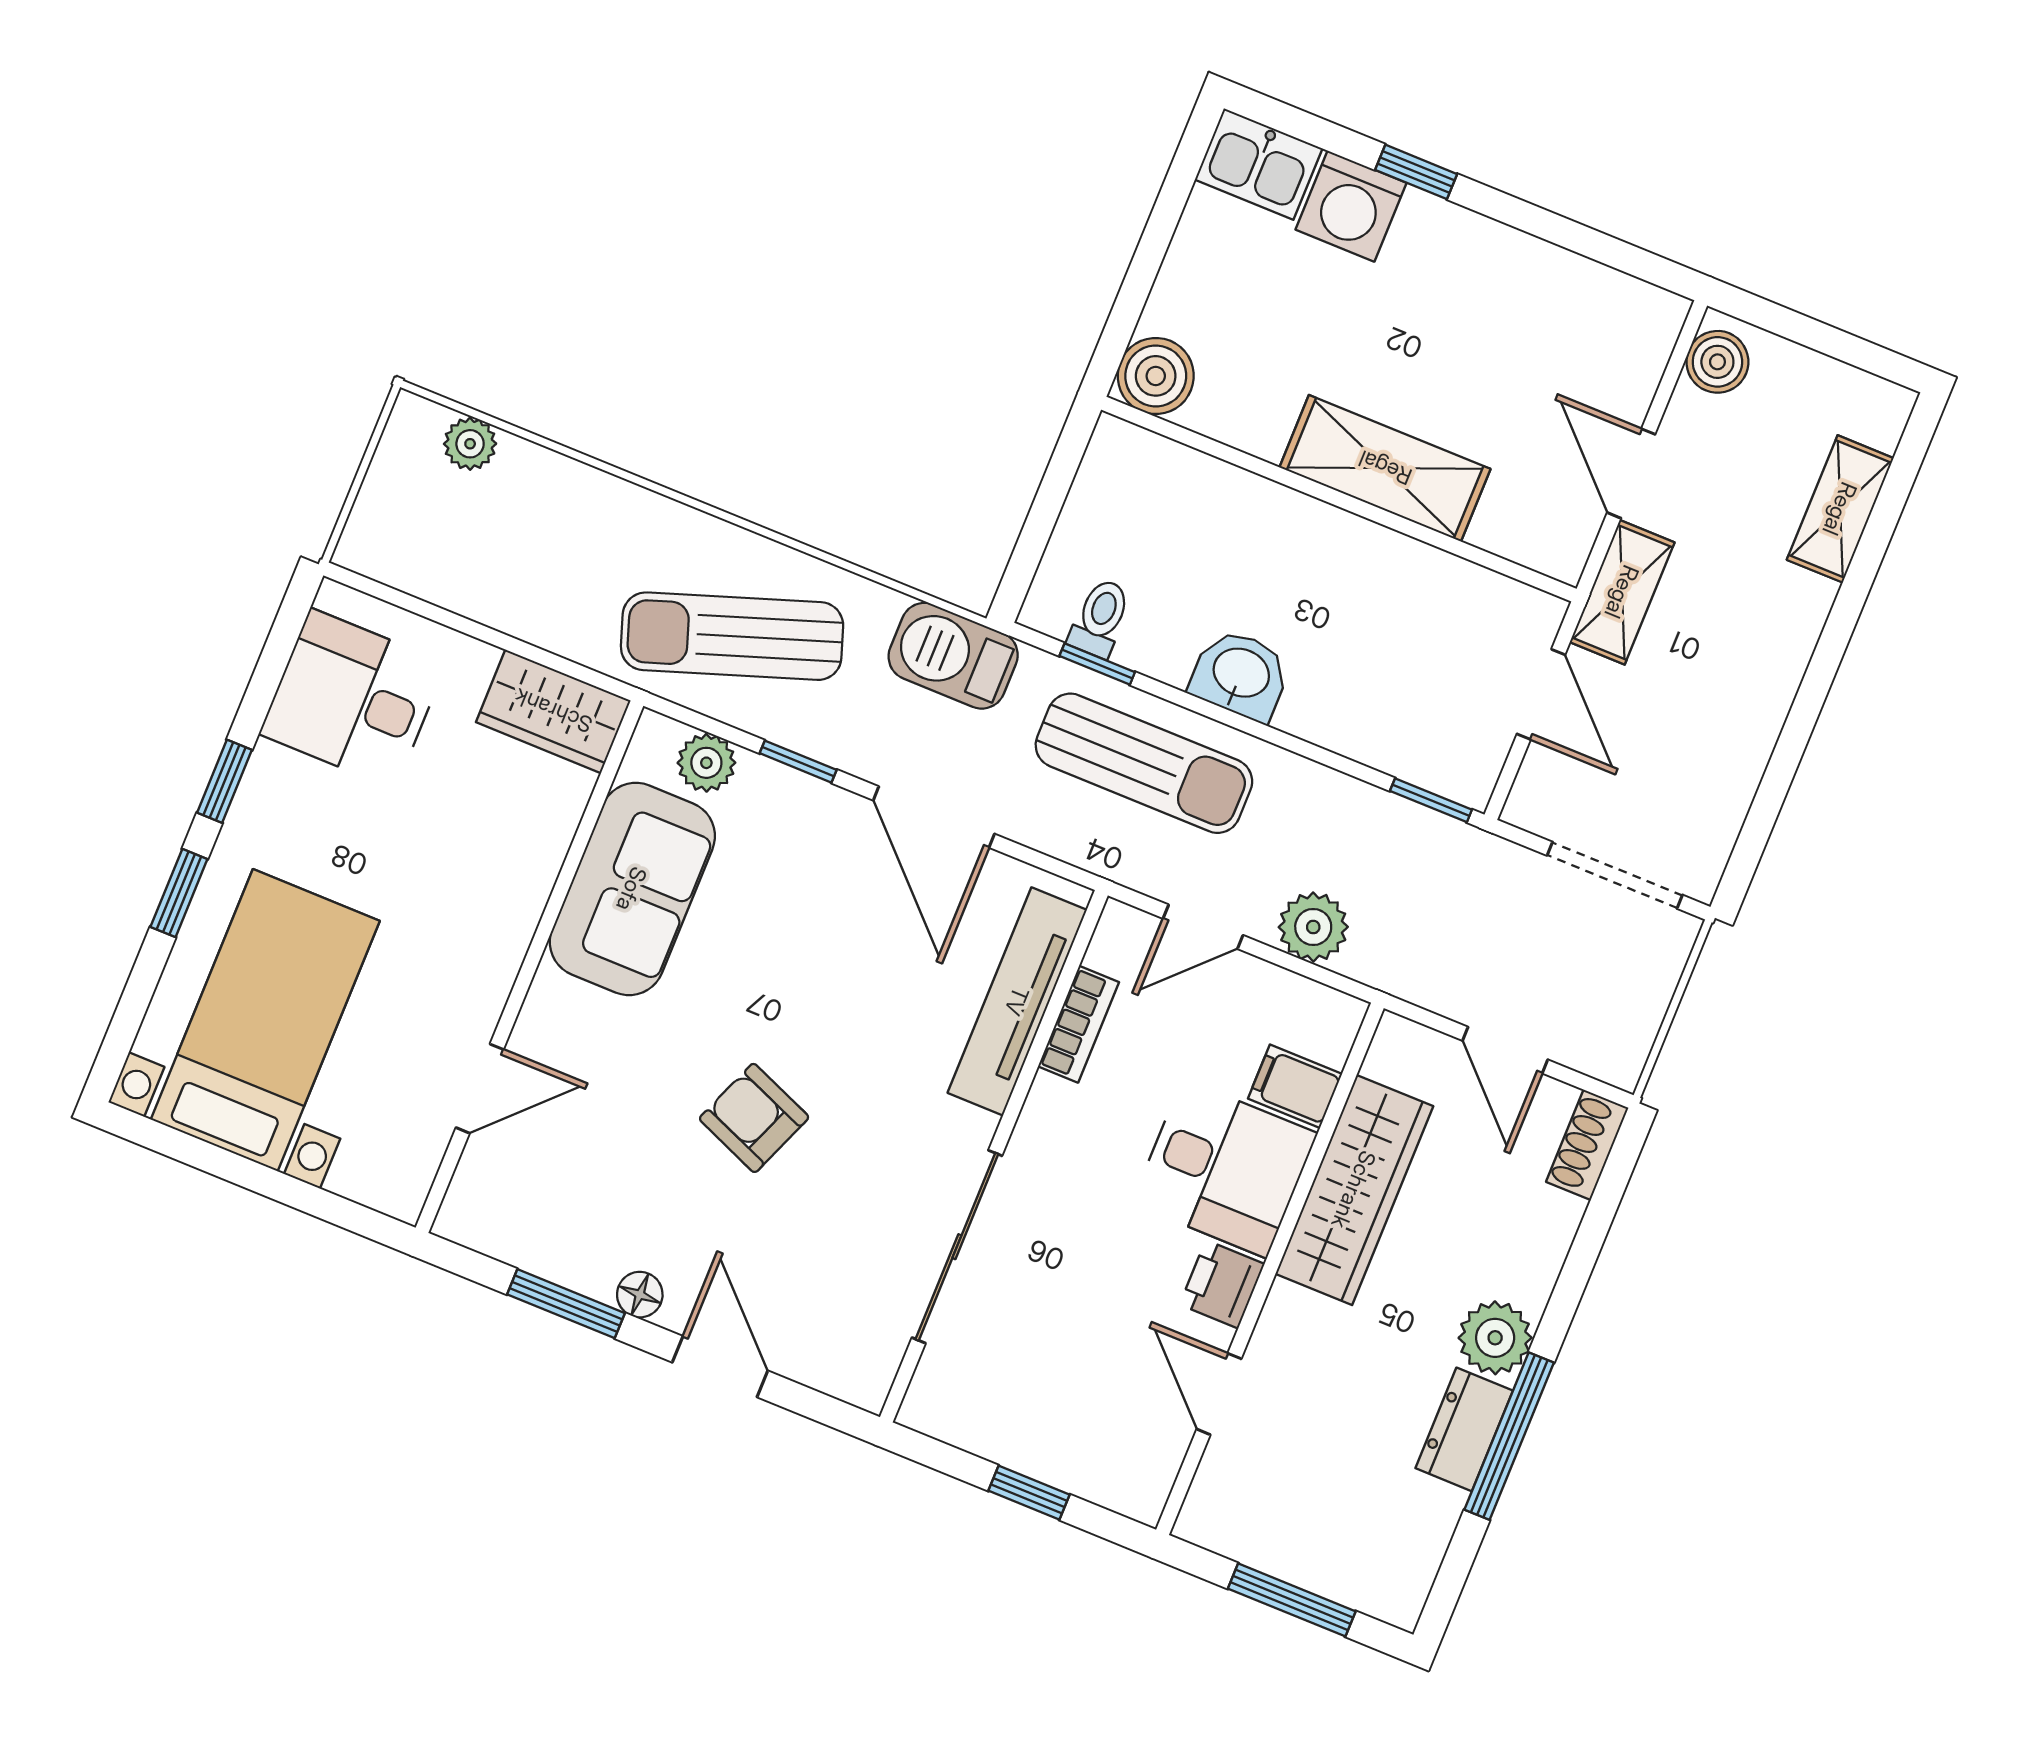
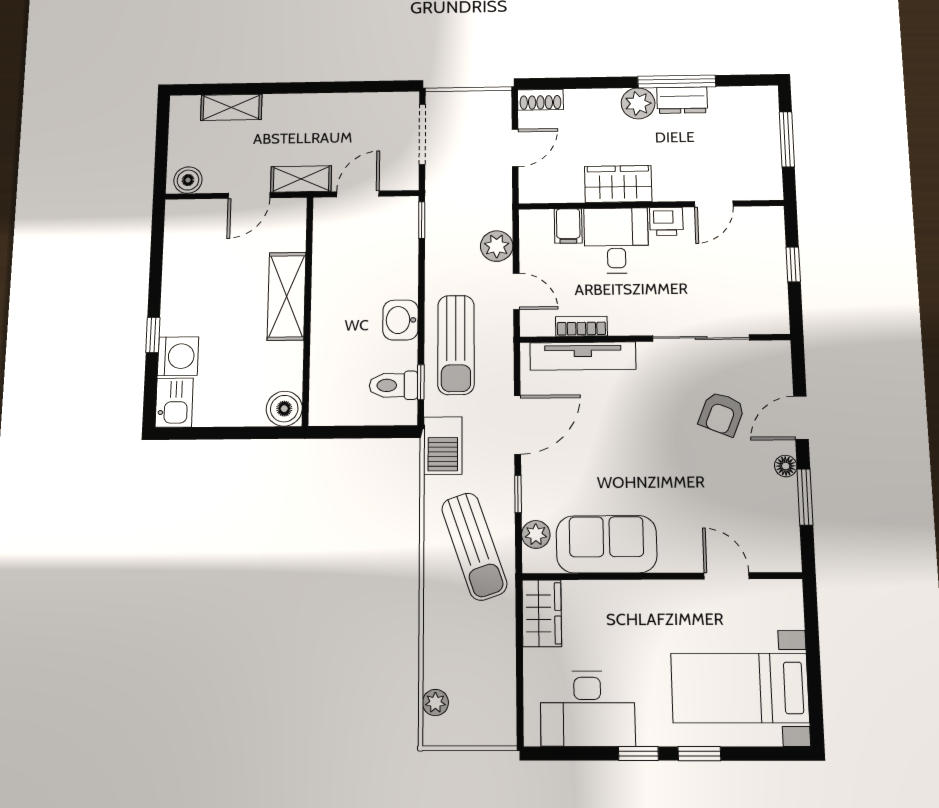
toilet: (1100, 618) -> (393, 385), width x1.37, depth x1.39
desk: (353, 699) -> (588, 709), width x1.37
sun lounger: (1144, 763) -> (456, 345), turned 180
armchair: (754, 1118) -> (722, 414), moved
wardrobe: (1354, 1190) -> (618, 184), width x0.67

